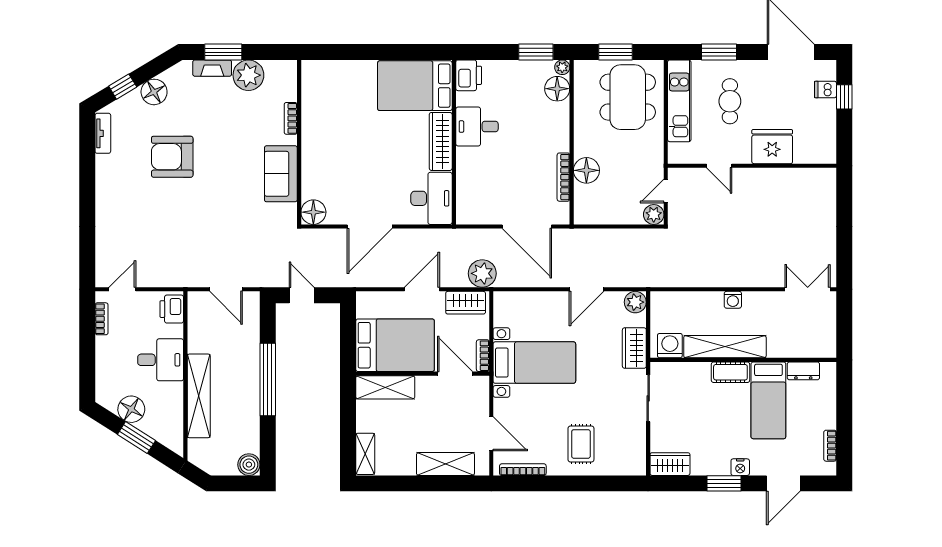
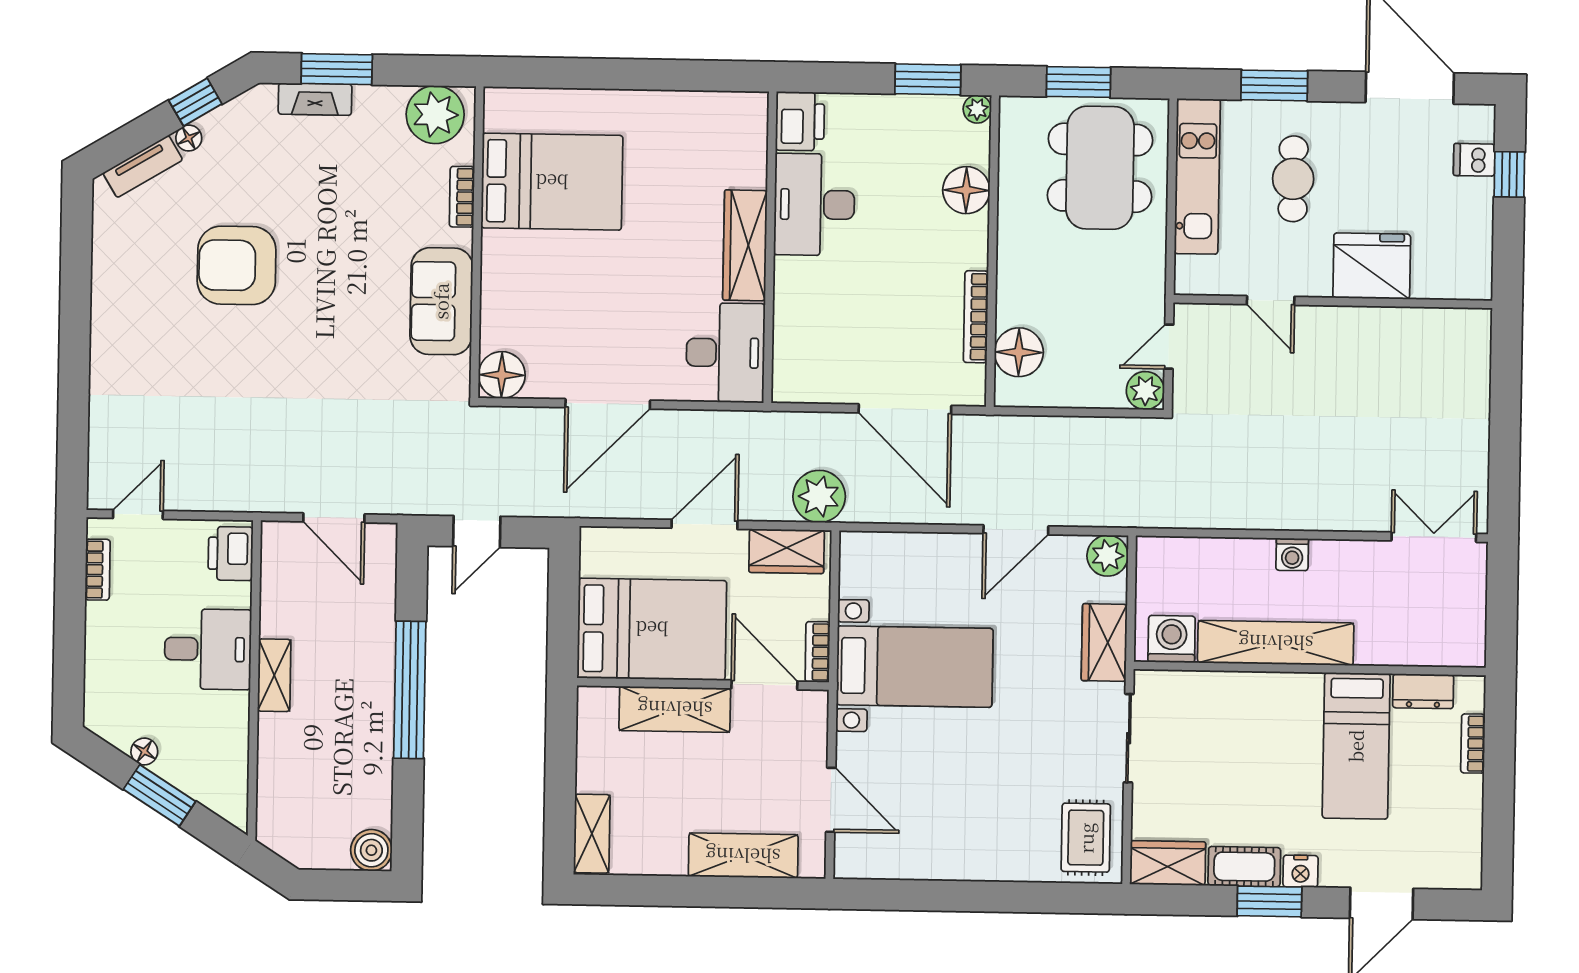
plant: (248, 75) -> (435, 115), moved
bed: (415, 86) -> (552, 182), moved, turned 180
window: (123, 87) -> (195, 102), moved
floor lamp: (557, 89) -> (966, 190), moved
floor lamp: (154, 92) -> (189, 138), width x0.53, depth x0.53
desk: (477, 127) -> (814, 205), width x1.37
tv unit: (103, 133) -> (143, 166), moved, turned 59
floor lamp: (586, 170) -> (1019, 352), moved
door: (302, 295) -> (477, 532), swing flipped
cot: (730, 372) -> (1244, 867), moved
shelving: (385, 387) -> (675, 709), moved
shelving: (199, 396) -> (274, 675), width x0.45, depth x0.75
floor lamp: (131, 409) -> (144, 752), width x0.53, depth x0.53
rug: (581, 444) -> (1086, 838), moved
bookcase: (830, 446) -> (1473, 744), moved
bookcase: (523, 470) -> (889, 869), removed

